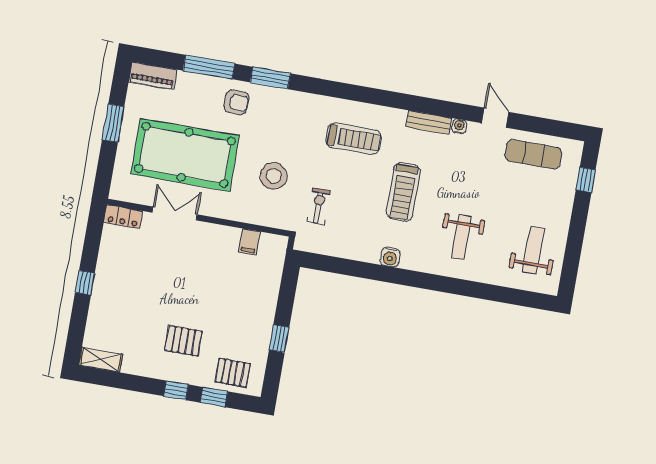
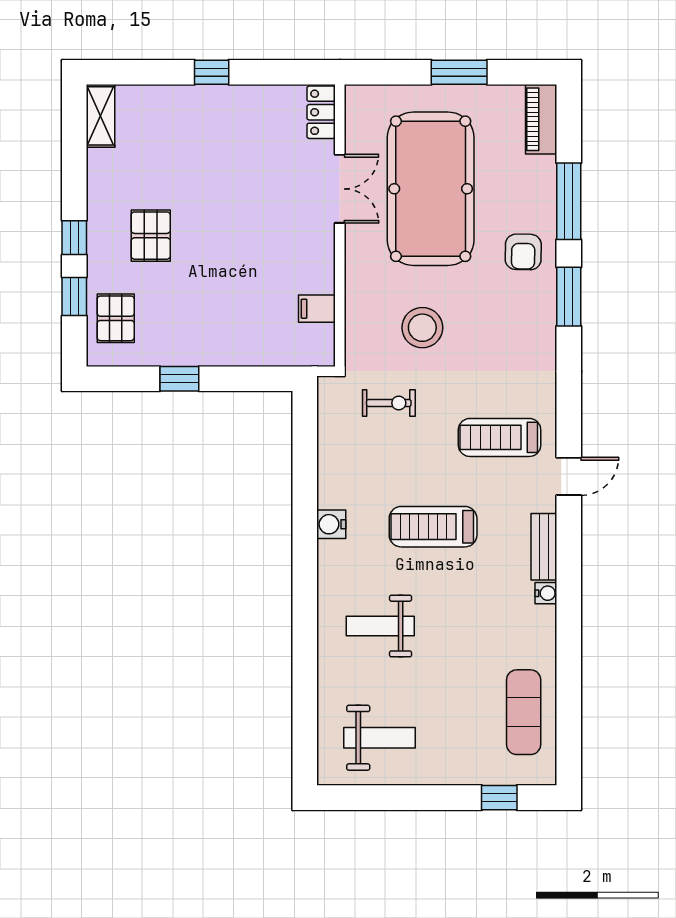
door: (495, 118) -> (569, 476), moved
treadmill: (353, 139) -> (500, 437), turned 90

